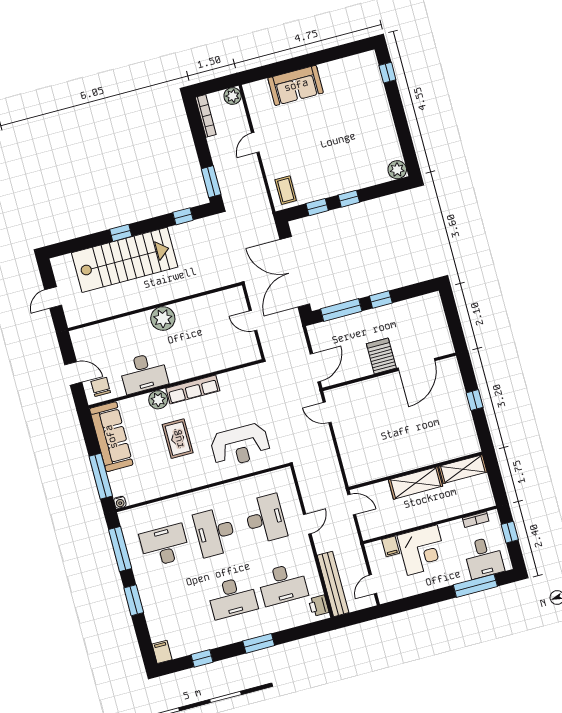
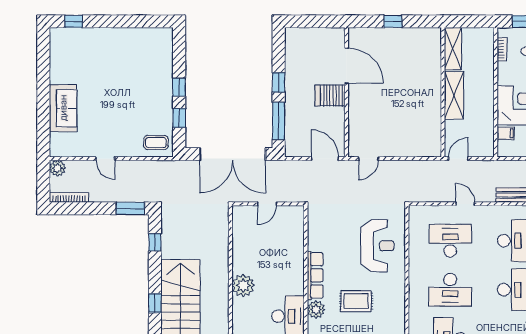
plant: (397, 170) -> (164, 36), removed

